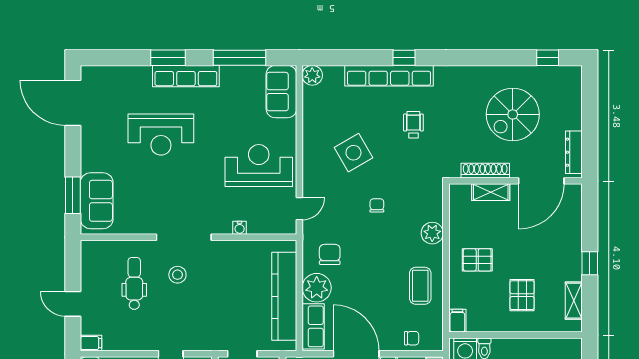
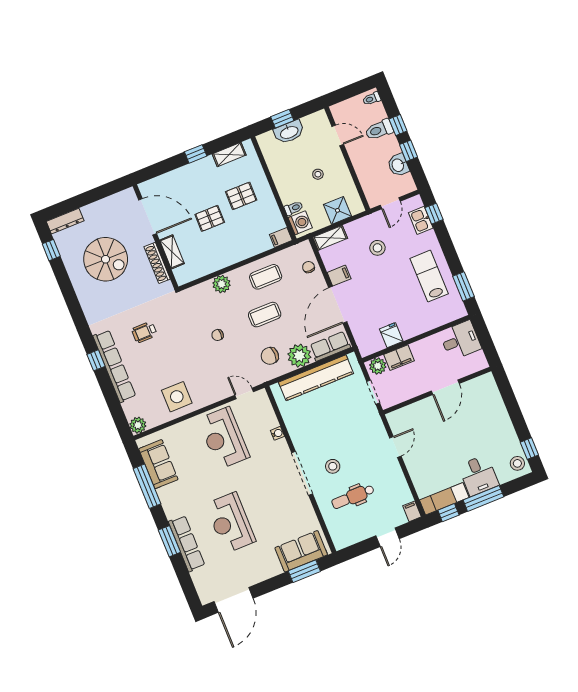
row of seats: (186, 76) -> (187, 544), moved
sofa: (281, 92) -> (158, 464), moved, turned -90
reception desk: (161, 135) -> (230, 523), turned 180
dresser: (574, 152) -> (65, 221), moved
side table: (353, 153) -> (177, 397), moved, turned 30
pallet: (477, 260) -> (210, 218), moved, turned 90
coffee table: (378, 267) -> (265, 315), added

